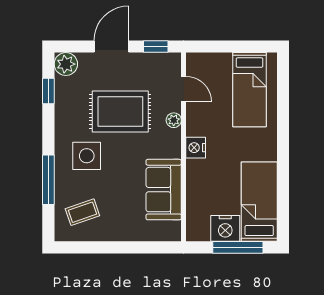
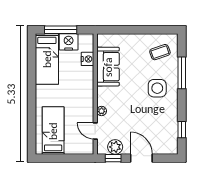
door: (111, 46) -> (141, 158), swing flipped
plant: (66, 64) -> (115, 147), moved
rug: (120, 112) -> (136, 117), removed
nightstand: (196, 148) -> (87, 59), moved

